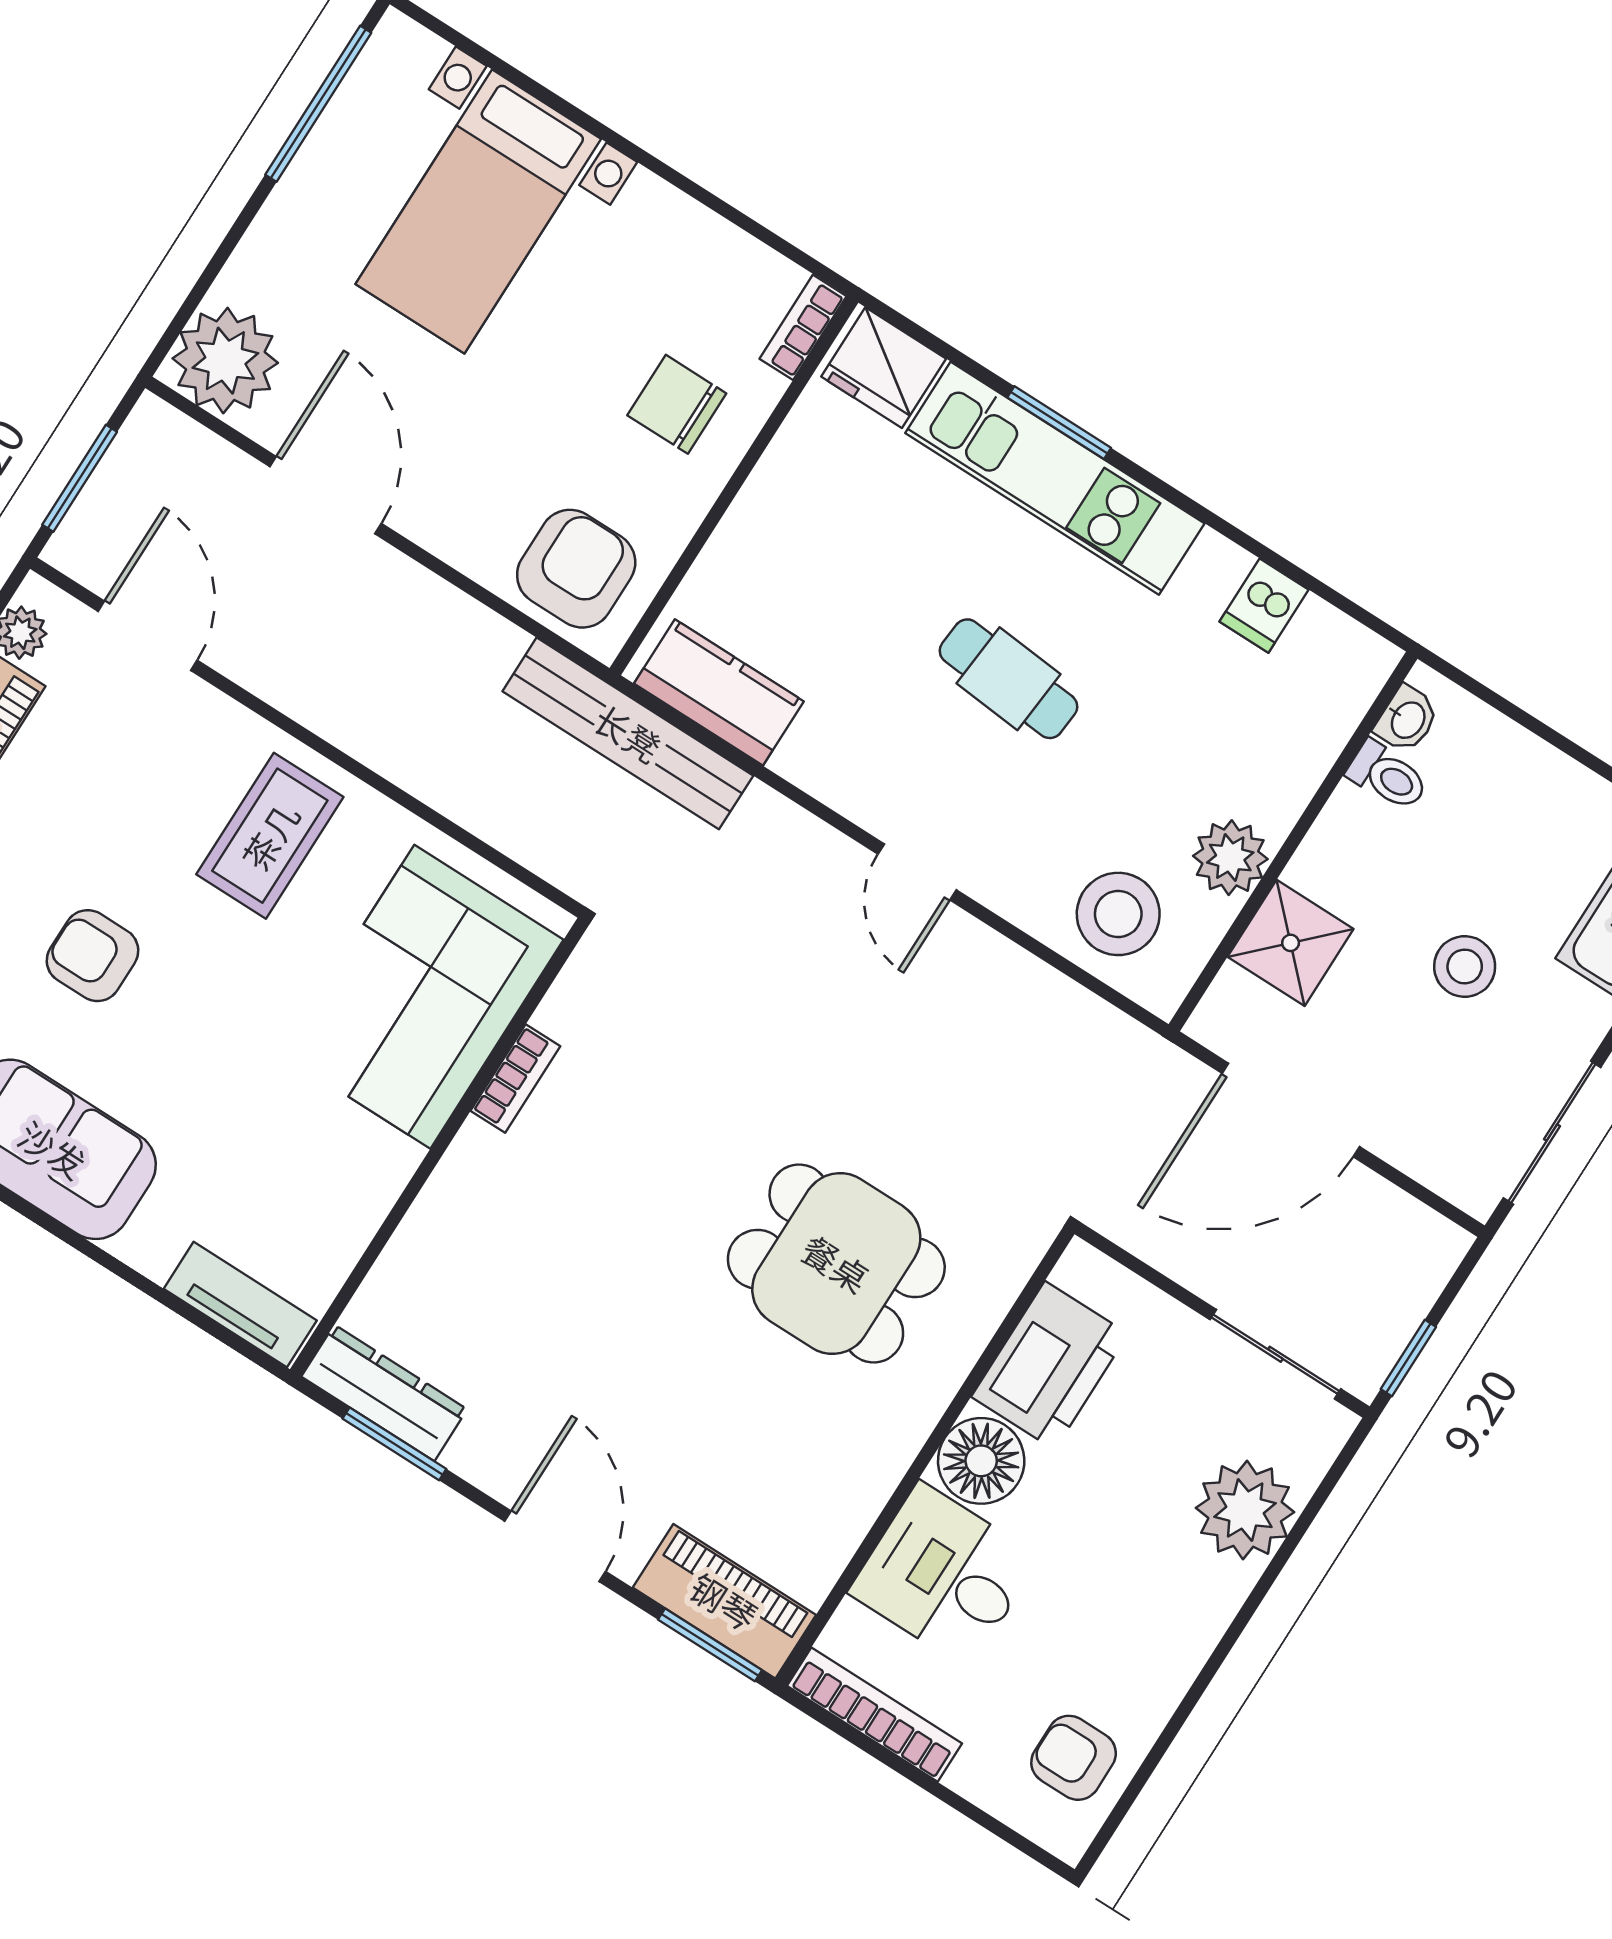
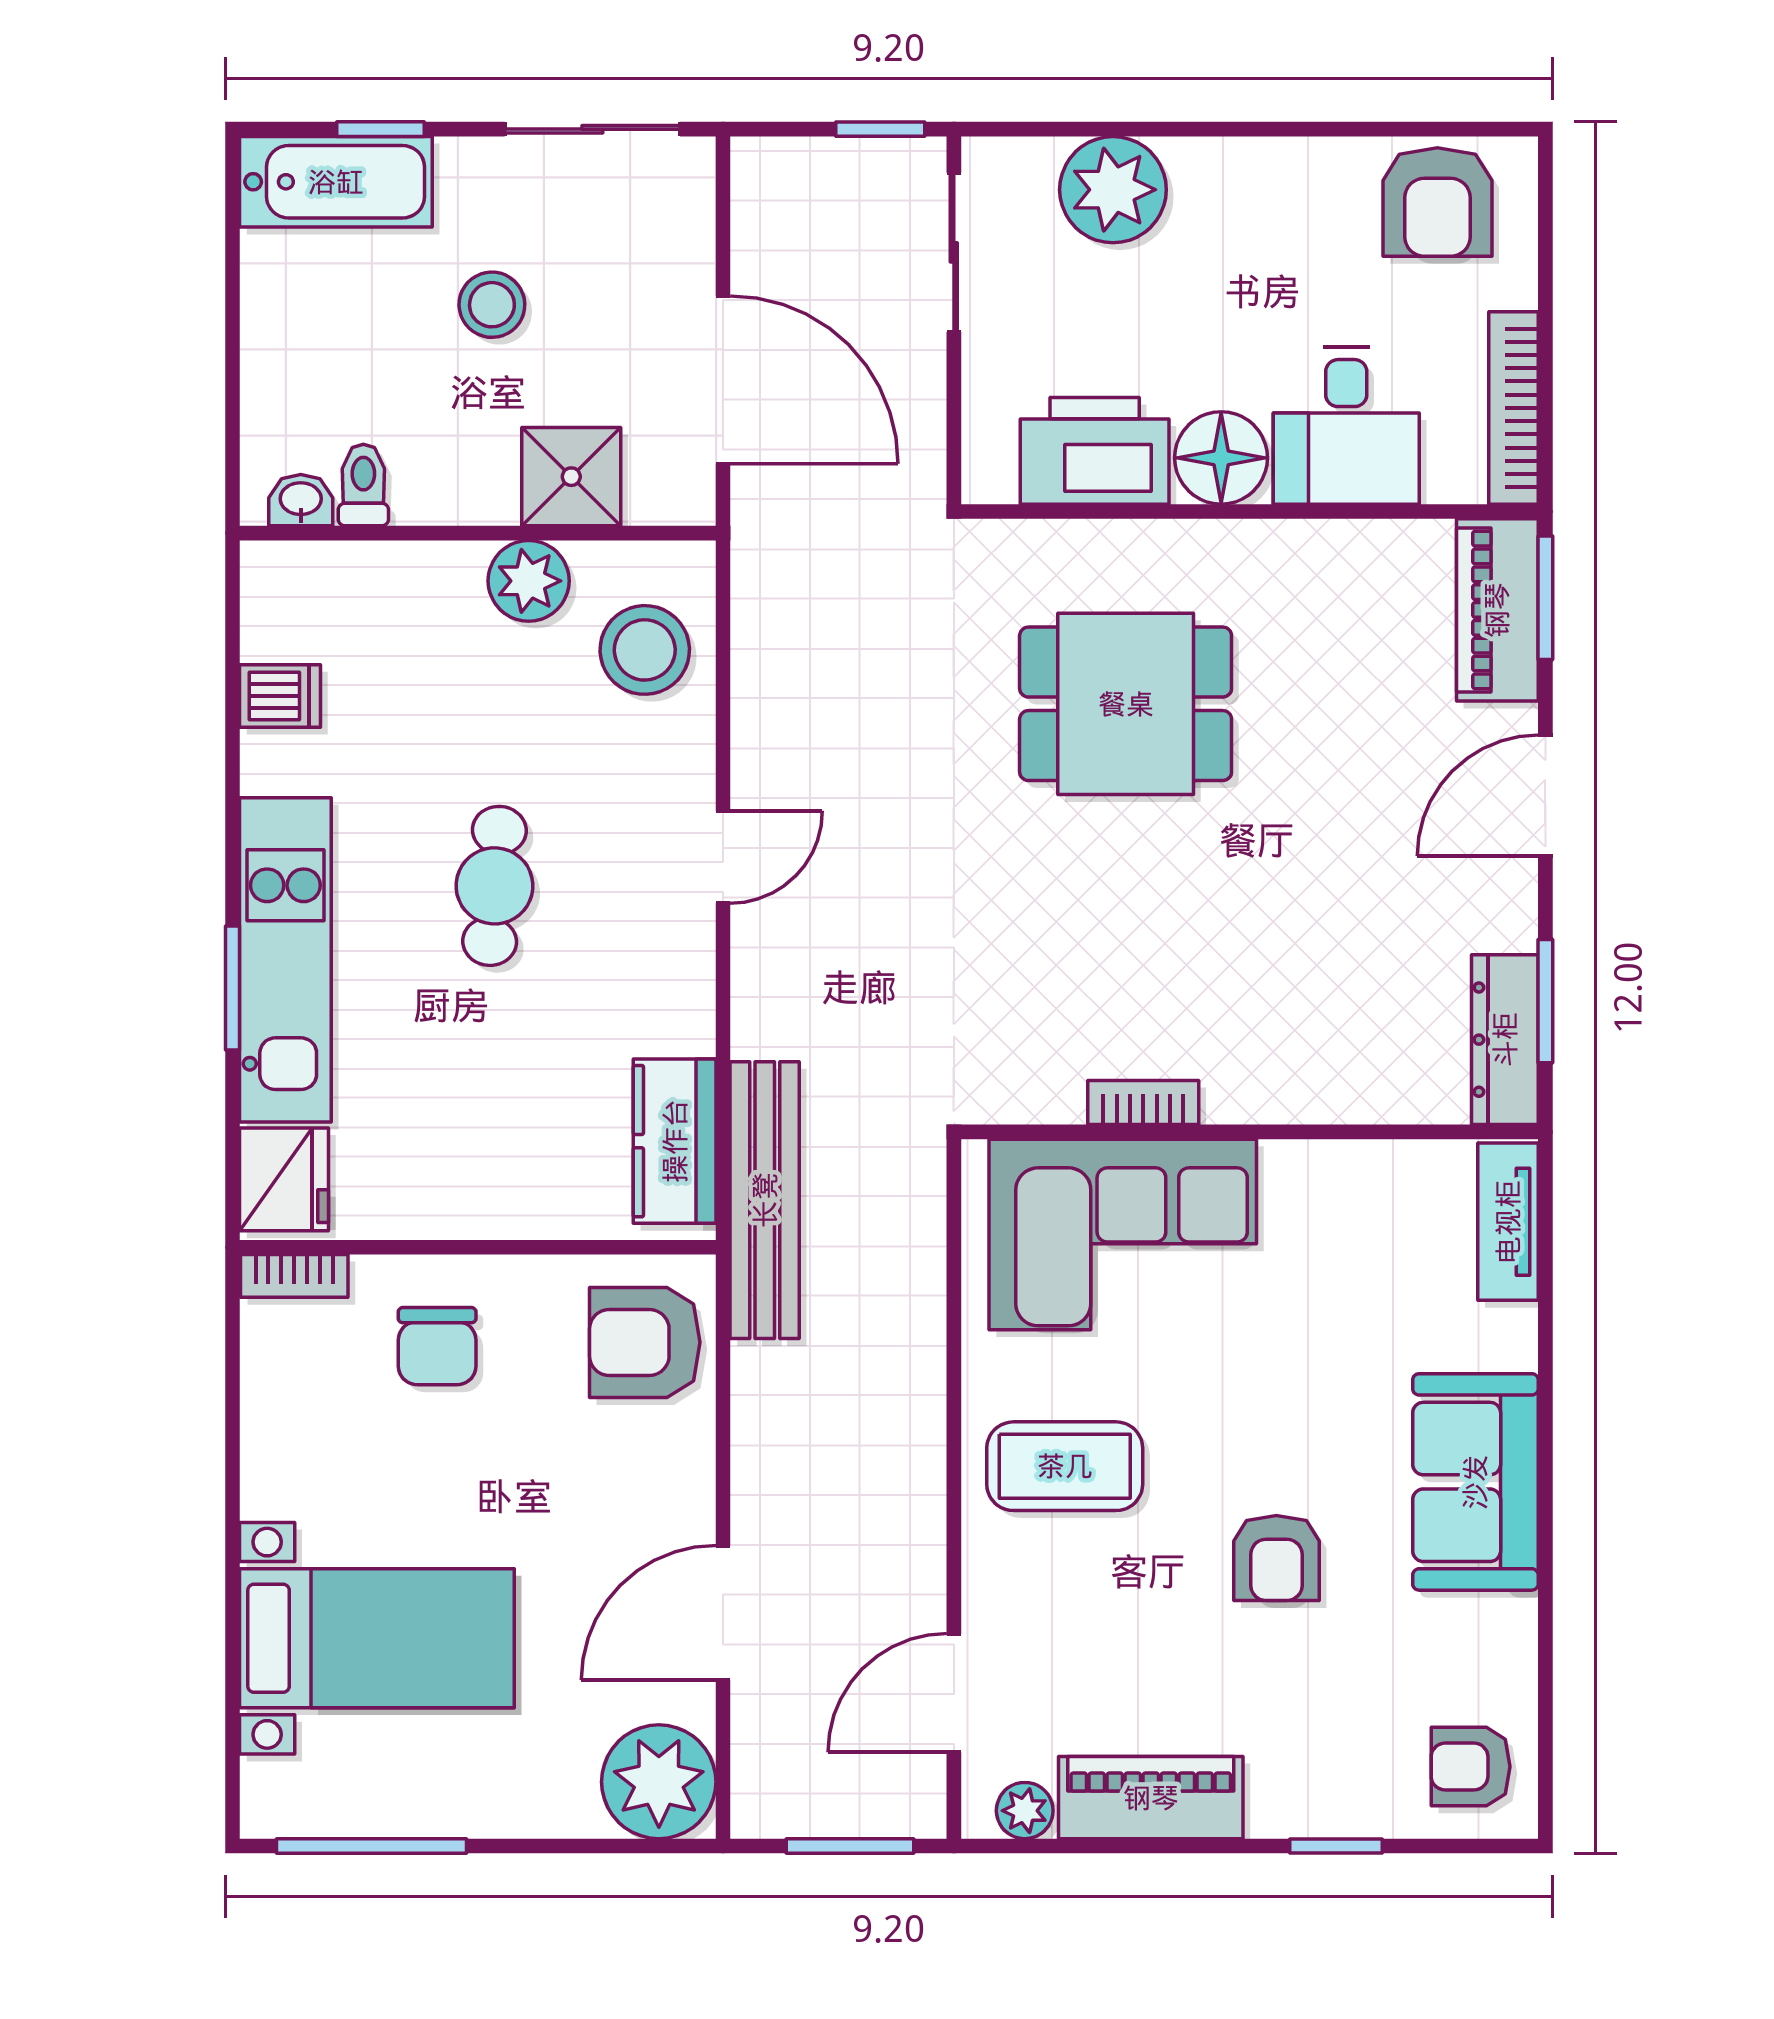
dining table: (836, 1263) -> (1126, 704), turned 90
armchair: (1074, 1758) -> (1437, 202), width x1.38, depth x1.38

